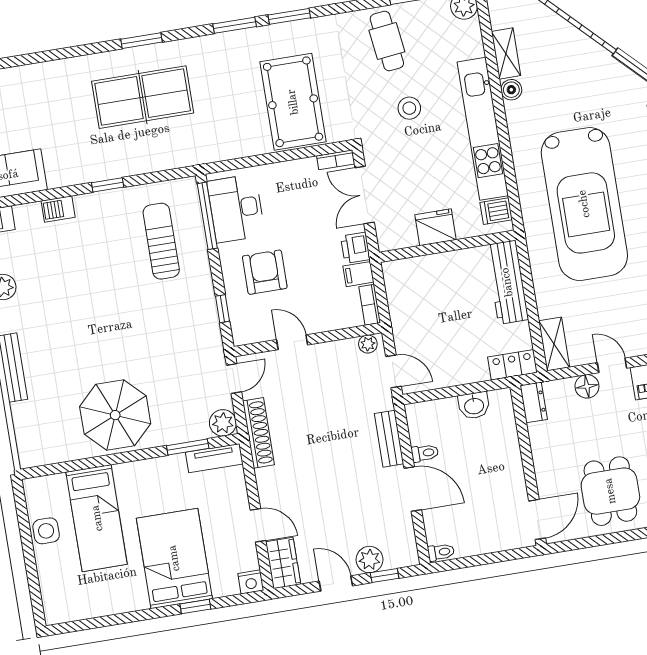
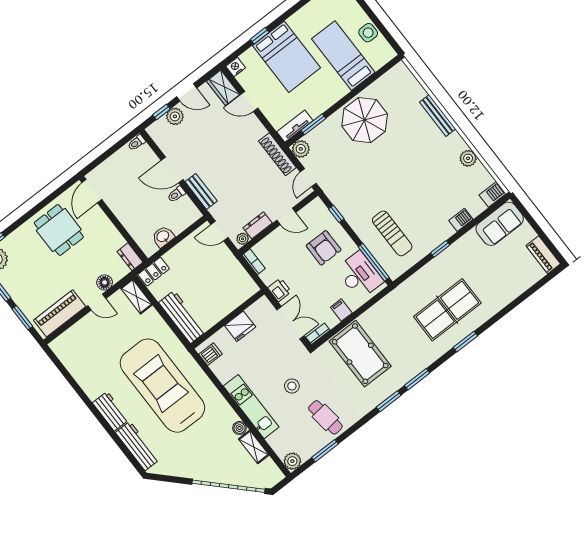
kitchen unit: (483, 129) -> (251, 407), width x0.73
filing cabinet: (358, 274) -> (341, 310), moved, turned -90
dresser: (338, 351) -> (258, 225), added

